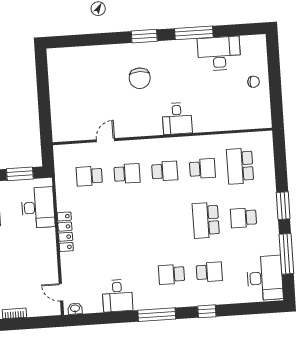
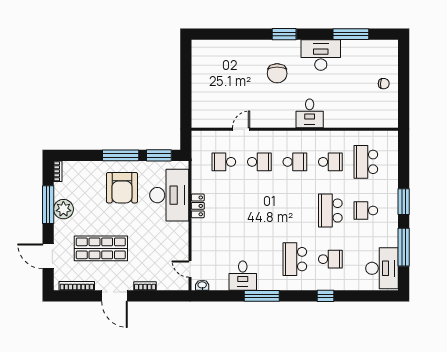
window: (194, 33) -> (351, 34), moved
desk: (219, 54) -> (321, 55), moved
desk: (38, 208) -> (169, 195), width x1.36, depth x1.30
locker: (65, 232) -> (198, 206), width x0.66
school desk: (172, 274) -> (295, 259), width x1.85
window: (157, 315) -> (262, 296), moved

